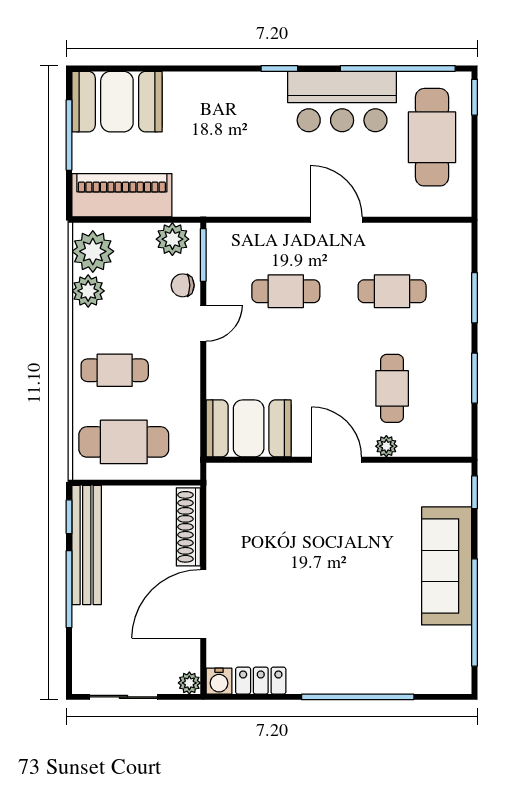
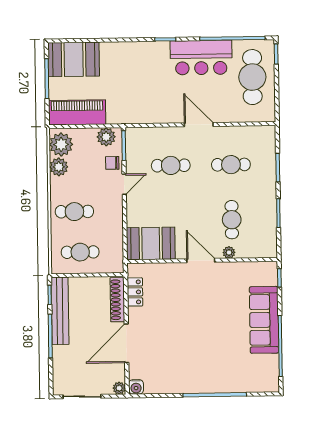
cafe table: (124, 442) -> (80, 252), width x0.73, depth x0.74
locker: (261, 681) -> (135, 292), moved, turned 90

